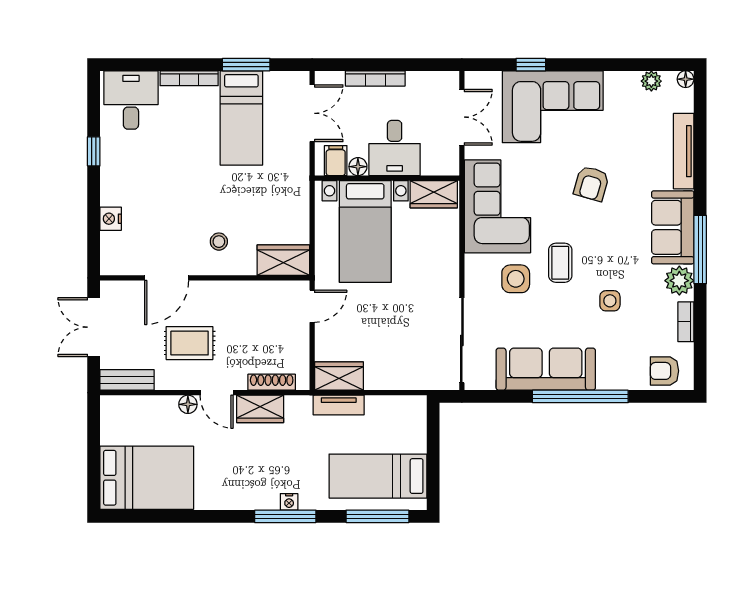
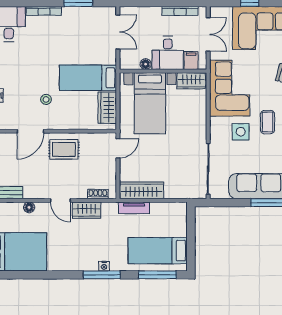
bookcase: (375, 78) -> (180, 11), moved
bed: (241, 118) -> (88, 78), moved, turned 90
filing cabinet: (336, 161) -> (191, 60), moved
stool: (219, 242) -> (46, 99), moved
wardrobe: (283, 260) -> (107, 108), moved, turned -90
rug: (190, 343) -> (64, 149), moved
wardrobe: (339, 376) -> (141, 190), width x1.50
shoe rack: (272, 382) -> (98, 194), width x0.70
floor lamp: (188, 404) -> (29, 207), moved

